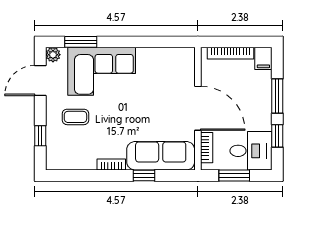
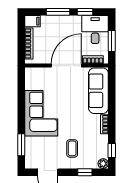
plant: (53, 55) -> (103, 164), moved
corner sofa: (102, 71) -> (41, 113), moved
window: (144, 176) -> (112, 151), moved

